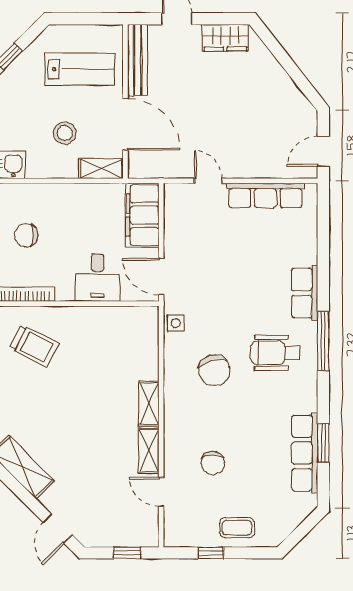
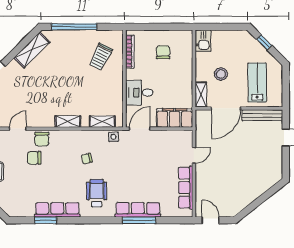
wardrobe: (225, 38) -> (275, 165), removed
lab bench: (80, 69) -> (257, 83), turned 180
row of seats: (305, 293) -> (138, 210), width x1.48
window: (323, 341) -> (139, 220), moved
chair: (214, 370) -> (87, 159), width x0.54, depth x0.54
chair: (180, 450) -> (42, 139), added
shelving: (149, 451) -> (102, 122), moved
row of seats: (305, 453) -> (57, 210), moved

